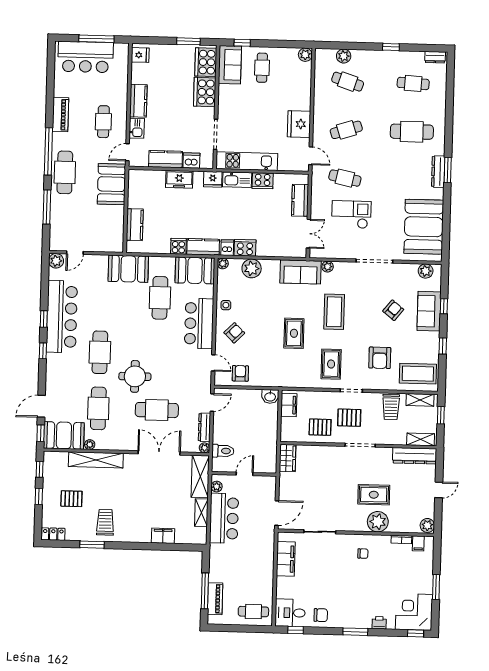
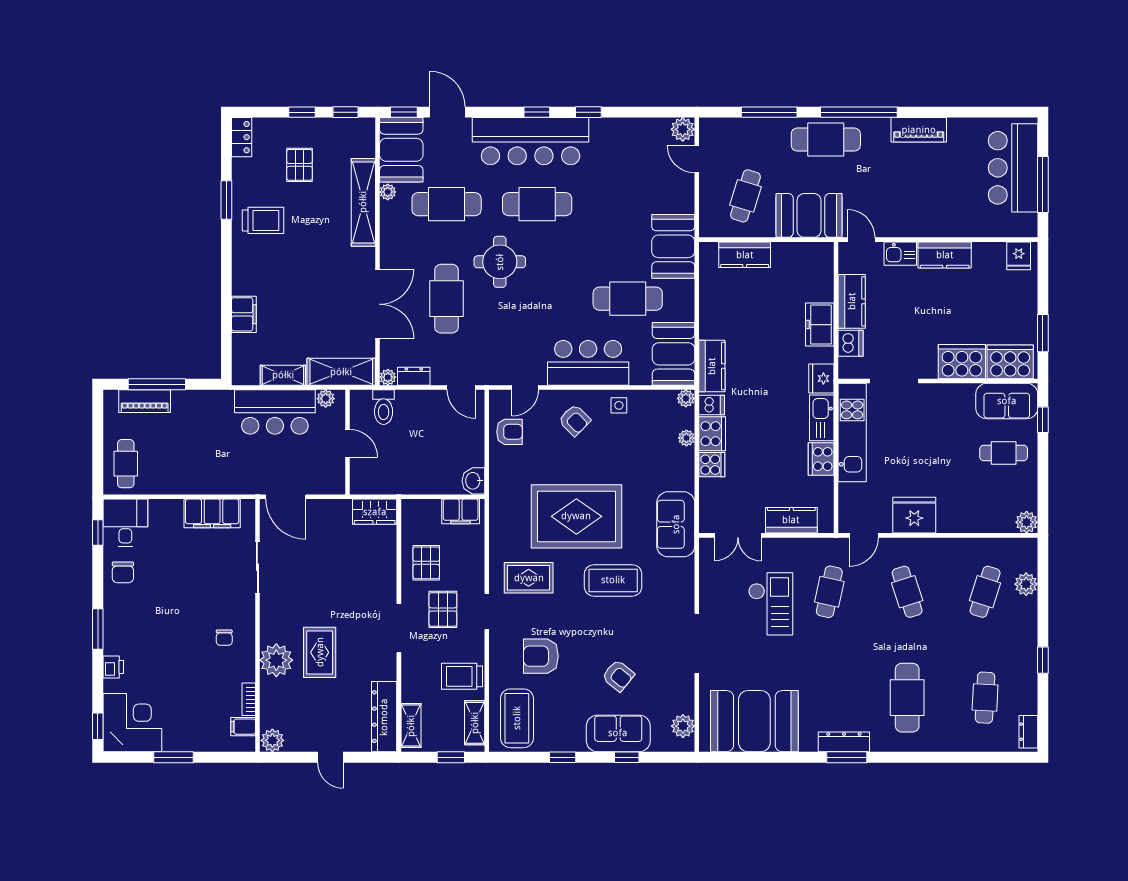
cafe table: (103, 122) -> (746, 196), moved, turned -73
cooker: (178, 246) -> (712, 465), moved
plant: (328, 267) -> (686, 568), removed
plant: (252, 268) -> (686, 438), width x0.53, depth x0.53
bar counter: (62, 317) -> (531, 141), moved
rug: (294, 333) -> (576, 516), width x1.86, depth x2.06
dresser: (204, 427) -> (414, 376), width x0.70

